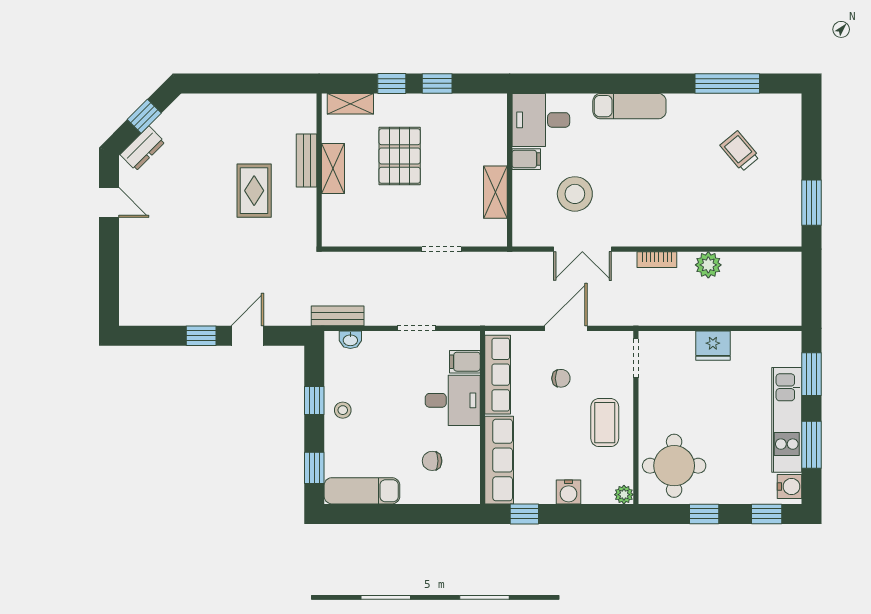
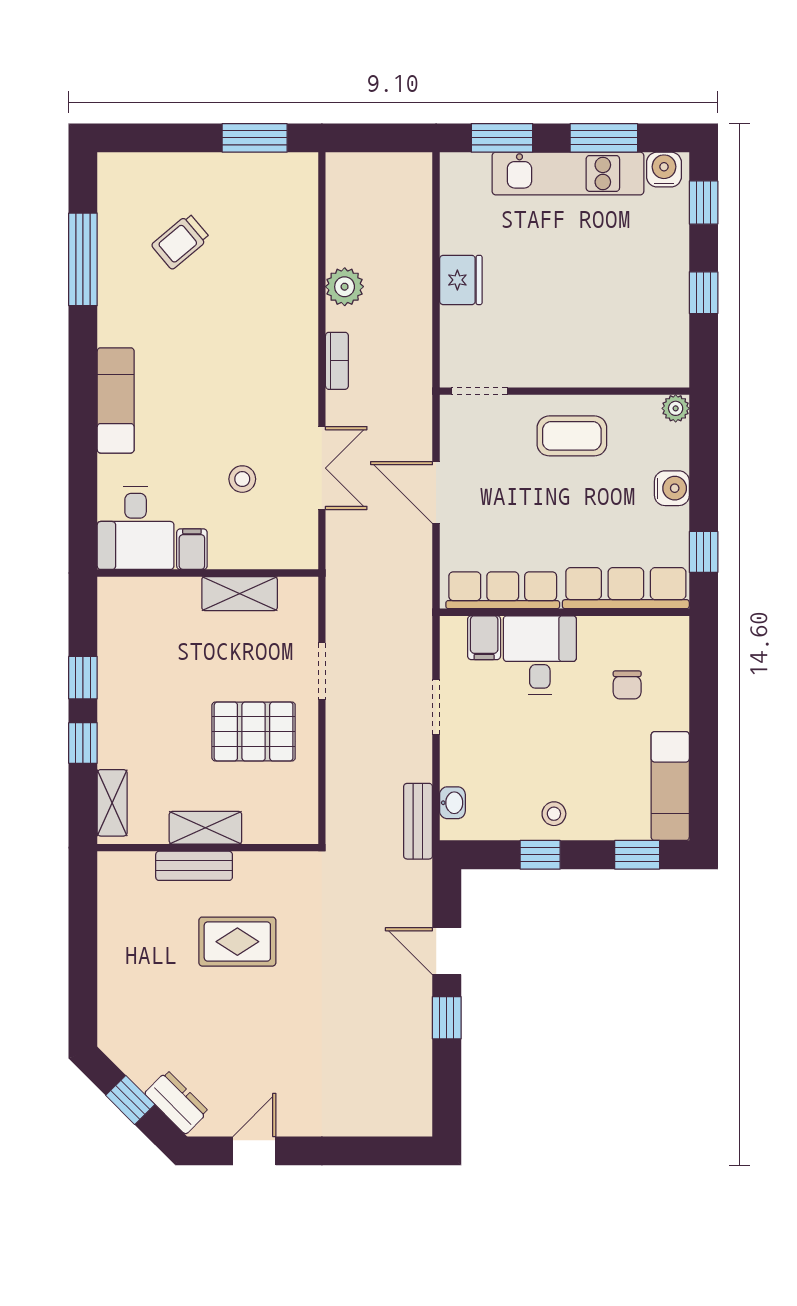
pallet: (400, 156) -> (254, 732), moved
stool: (575, 194) -> (242, 479), width x0.53, depth x0.53
chair: (561, 378) -> (508, 499), removed
round table: (674, 466) -> (634, 336), removed

